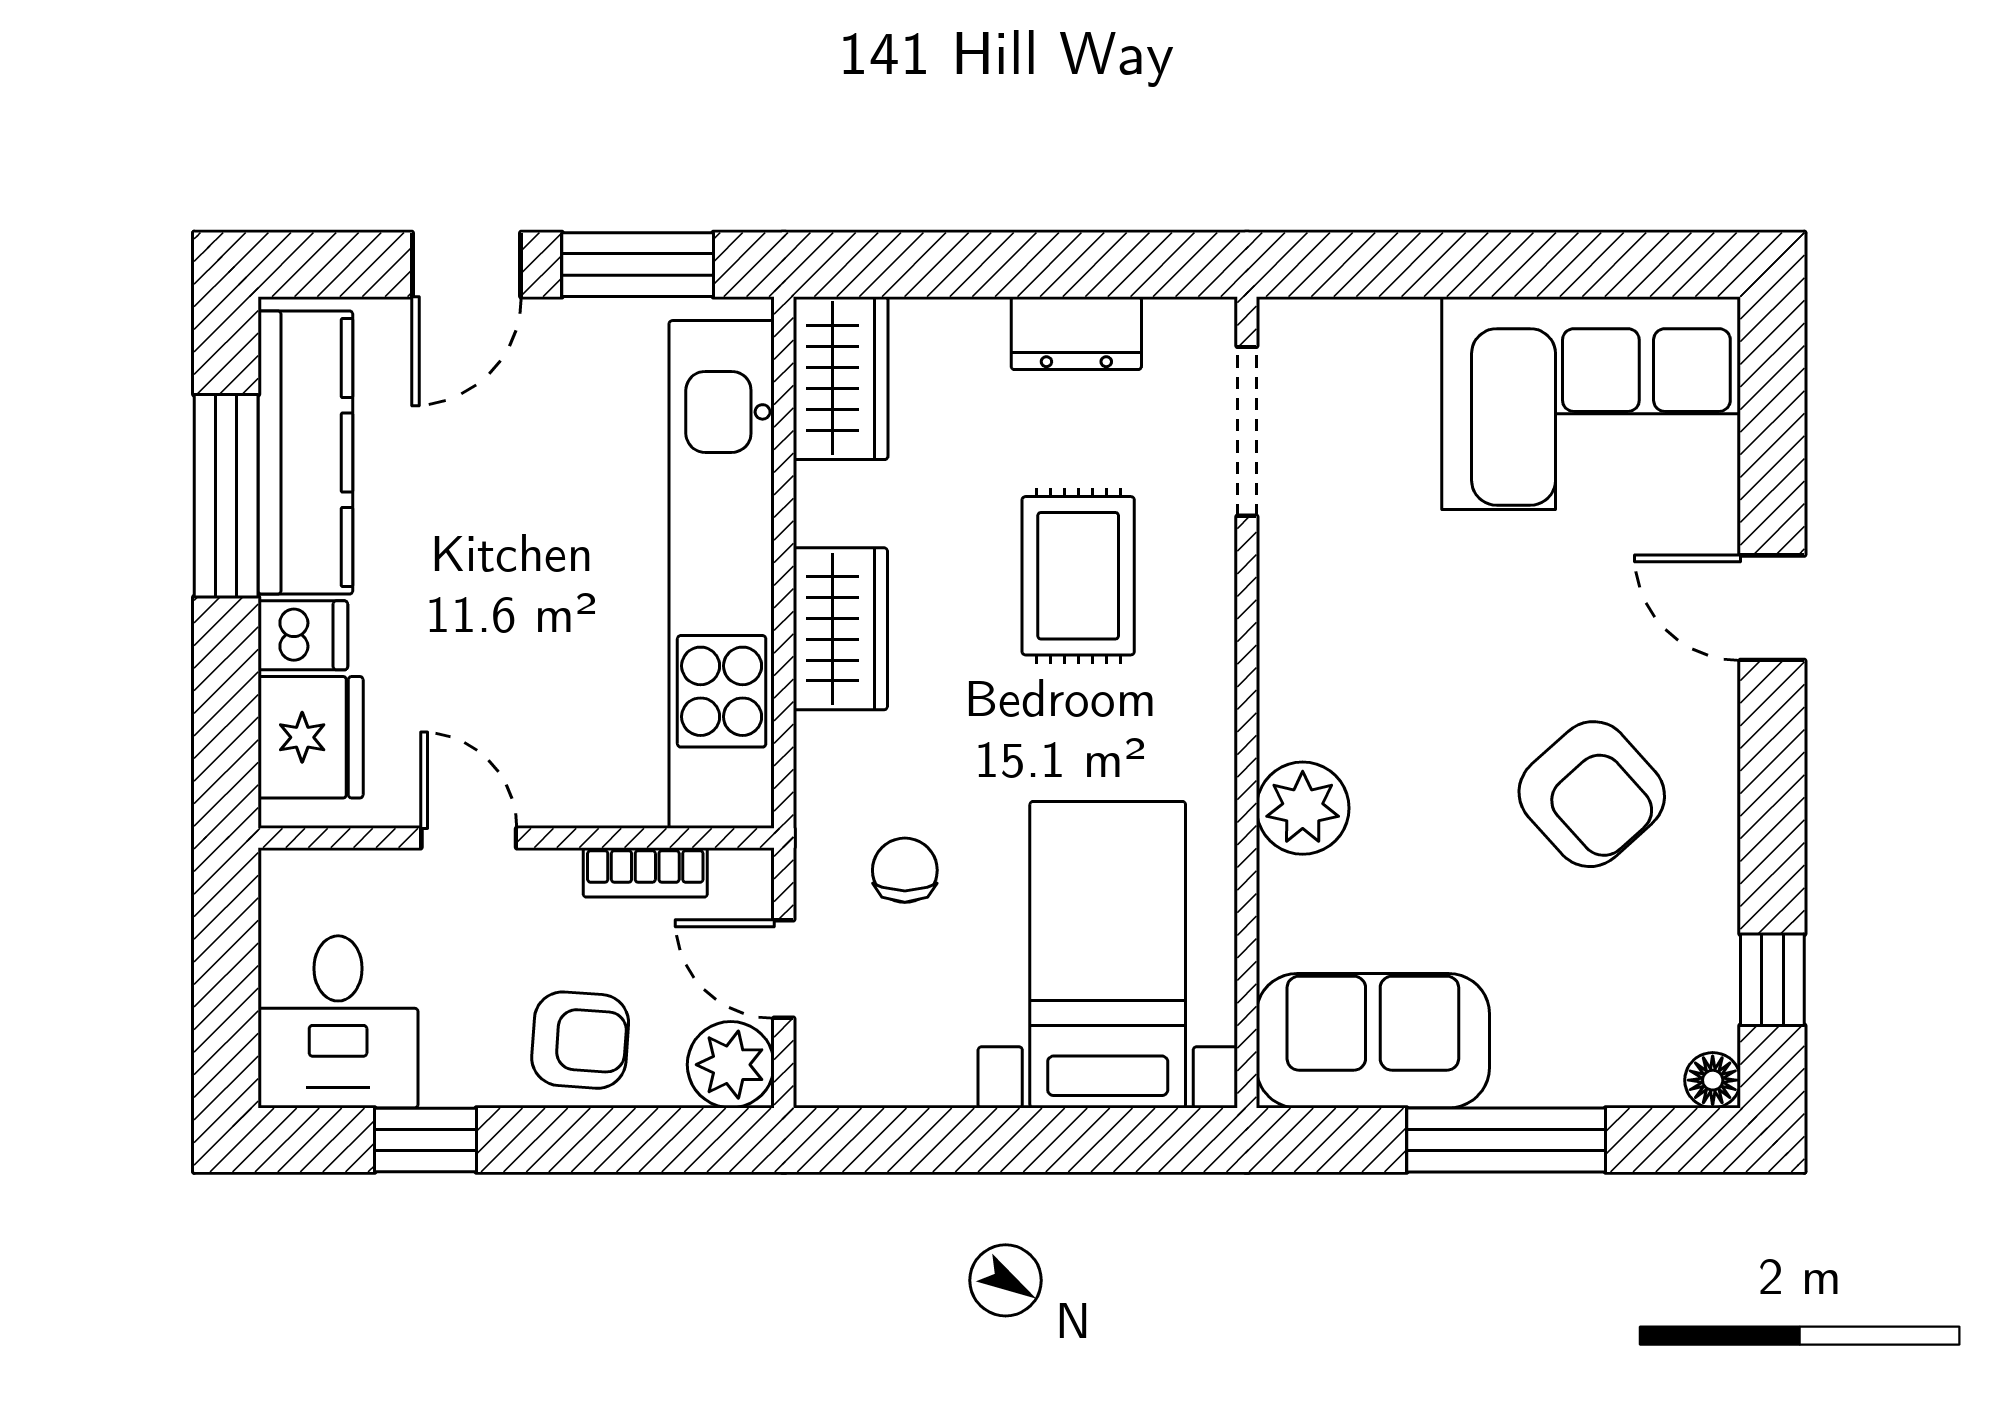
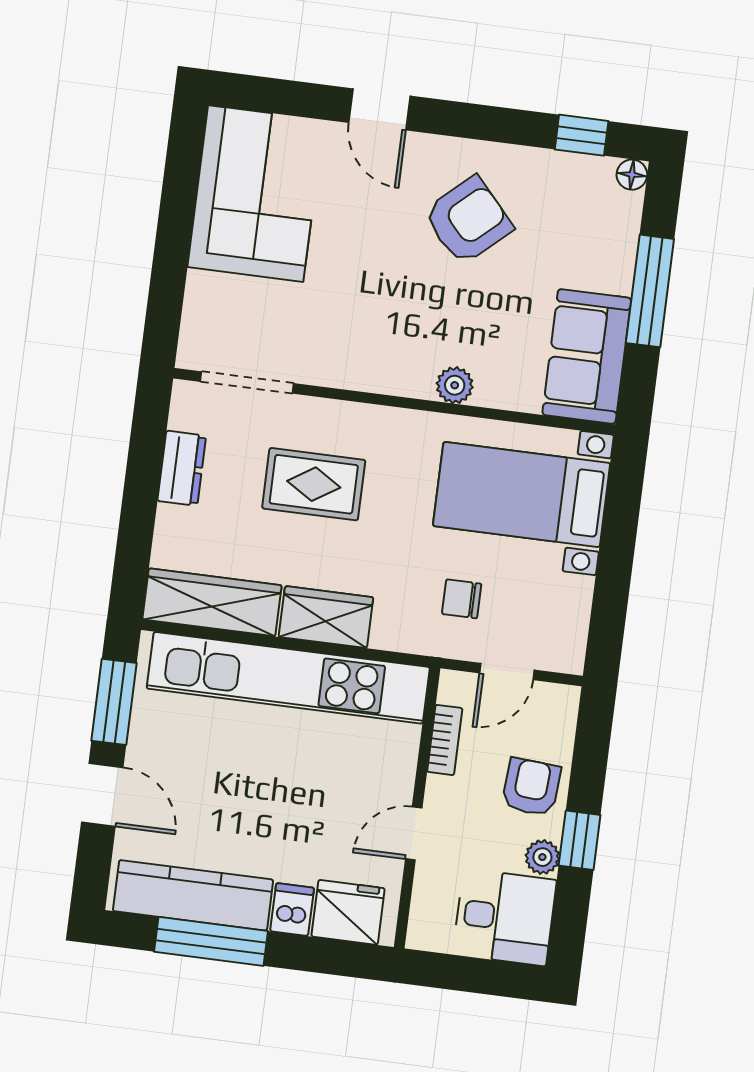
wardrobe: (841, 378) -> (212, 602), width x1.50
door: (1772, 608) -> (379, 109), hinge flipped
plant: (1303, 808) -> (455, 385), width x0.73, depth x0.73
plant: (731, 1065) -> (542, 857), moved, width x0.73, depth x0.73
window: (425, 1140) -> (580, 840), moved

